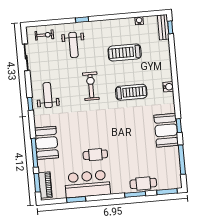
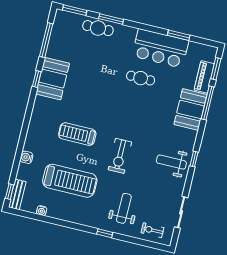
treadmill: (125, 53) -> (70, 181), width x1.37, depth x1.37
water cooler: (168, 87) -> (26, 157), moved
weight bench: (48, 95) -> (171, 162), turned 90
piano: (45, 185) -> (204, 77), moved

